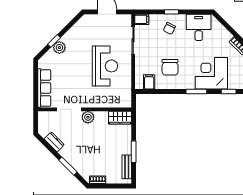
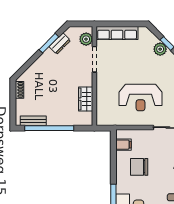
plant: (88, 117) -> (86, 39), moved
wardrobe: (120, 118) -> (86, 99), moved
window: (134, 152) -> (49, 128), width x2.11
window: (68, 166) -> (49, 43), moved

